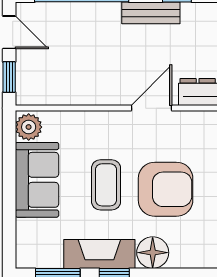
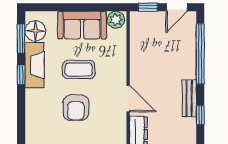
armchair: (166, 189) -> (76, 108), width x0.73, depth x0.73
floor lamp: (153, 253) -> (35, 31), moved

